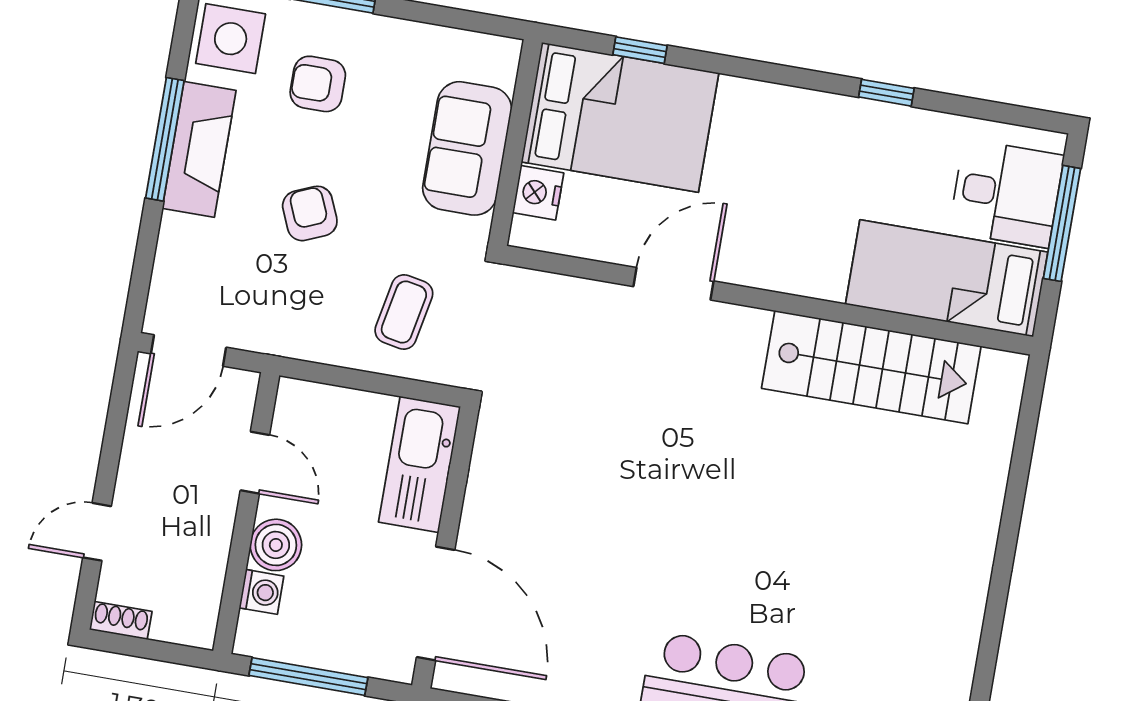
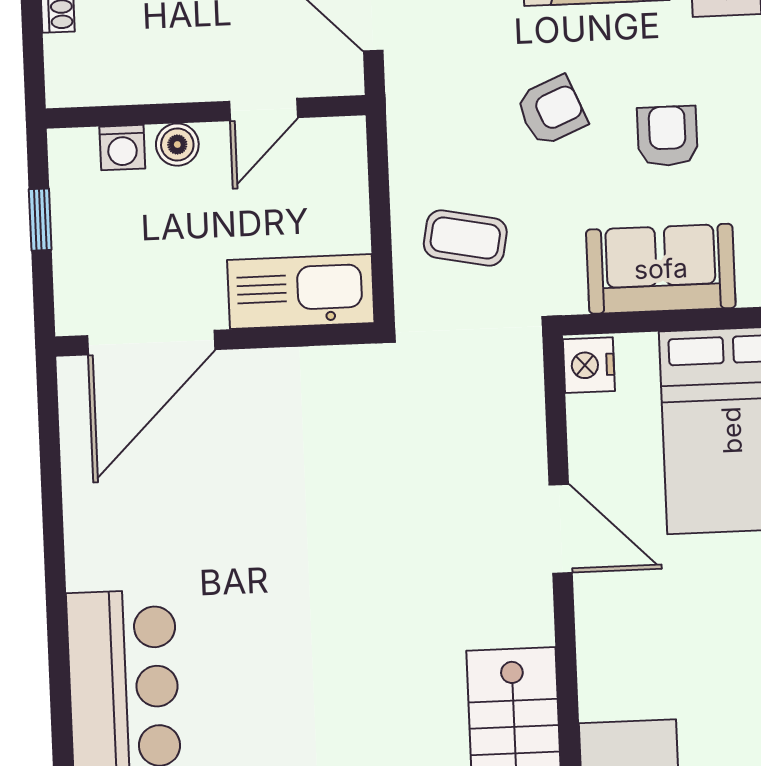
armchair: (318, 84) -> (667, 136), moved
nightstand: (538, 193) -> (589, 365), moved, turned -90
boiler: (276, 545) -> (177, 145), width x0.73, depth x0.73
window: (308, 677) -> (40, 220), width x0.46

